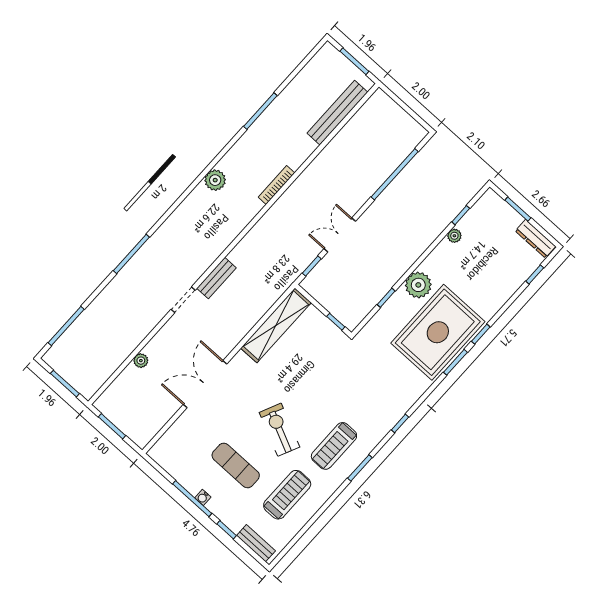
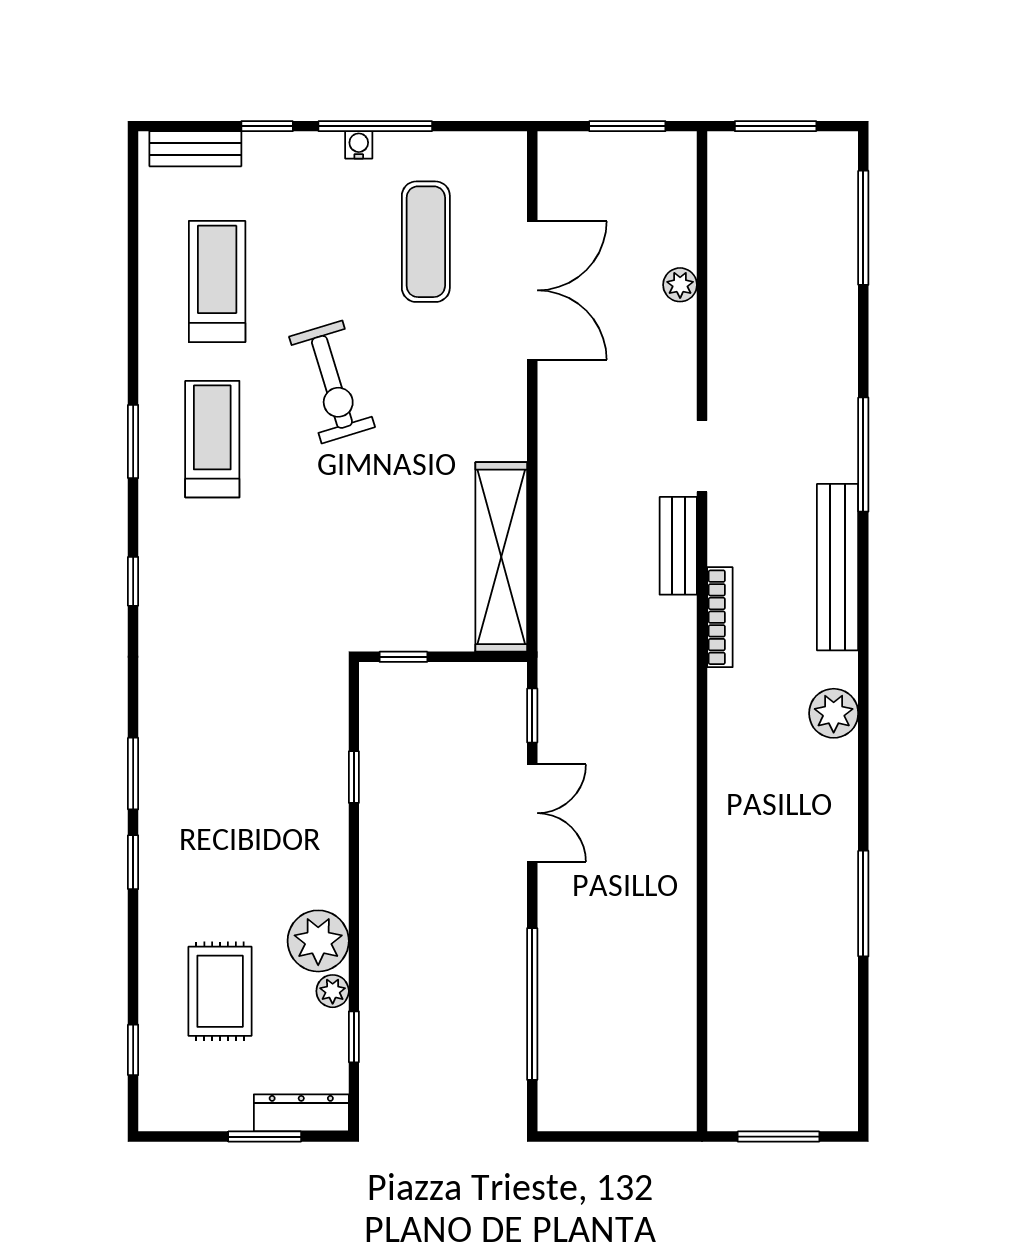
bench: (337, 113) -> (838, 567), moved
bookcase: (276, 185) -> (720, 617), moved
dresser: (535, 239) -> (301, 1113), moved
plant: (418, 285) -> (318, 941), moved
rug: (438, 332) -> (220, 991), moved, width x0.54, depth x0.49
double door: (205, 384) -> (532, 290), moved
exercise bike: (279, 430) -> (332, 382), turned 48
exercise mat: (236, 465) -> (426, 242), moved, turned 90
treadmill: (287, 495) -> (217, 282), turned 180

